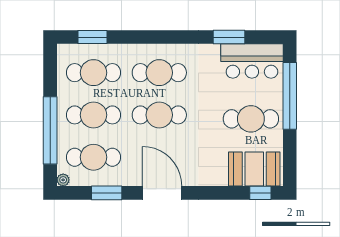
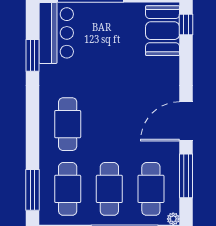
window: (92, 37) -> (33, 190), width x1.44
cafe table: (159, 115) -> (109, 124), removed
cafe table: (251, 119) -> (113, 34), removed
window: (107, 193) -> (186, 176), width x1.44

